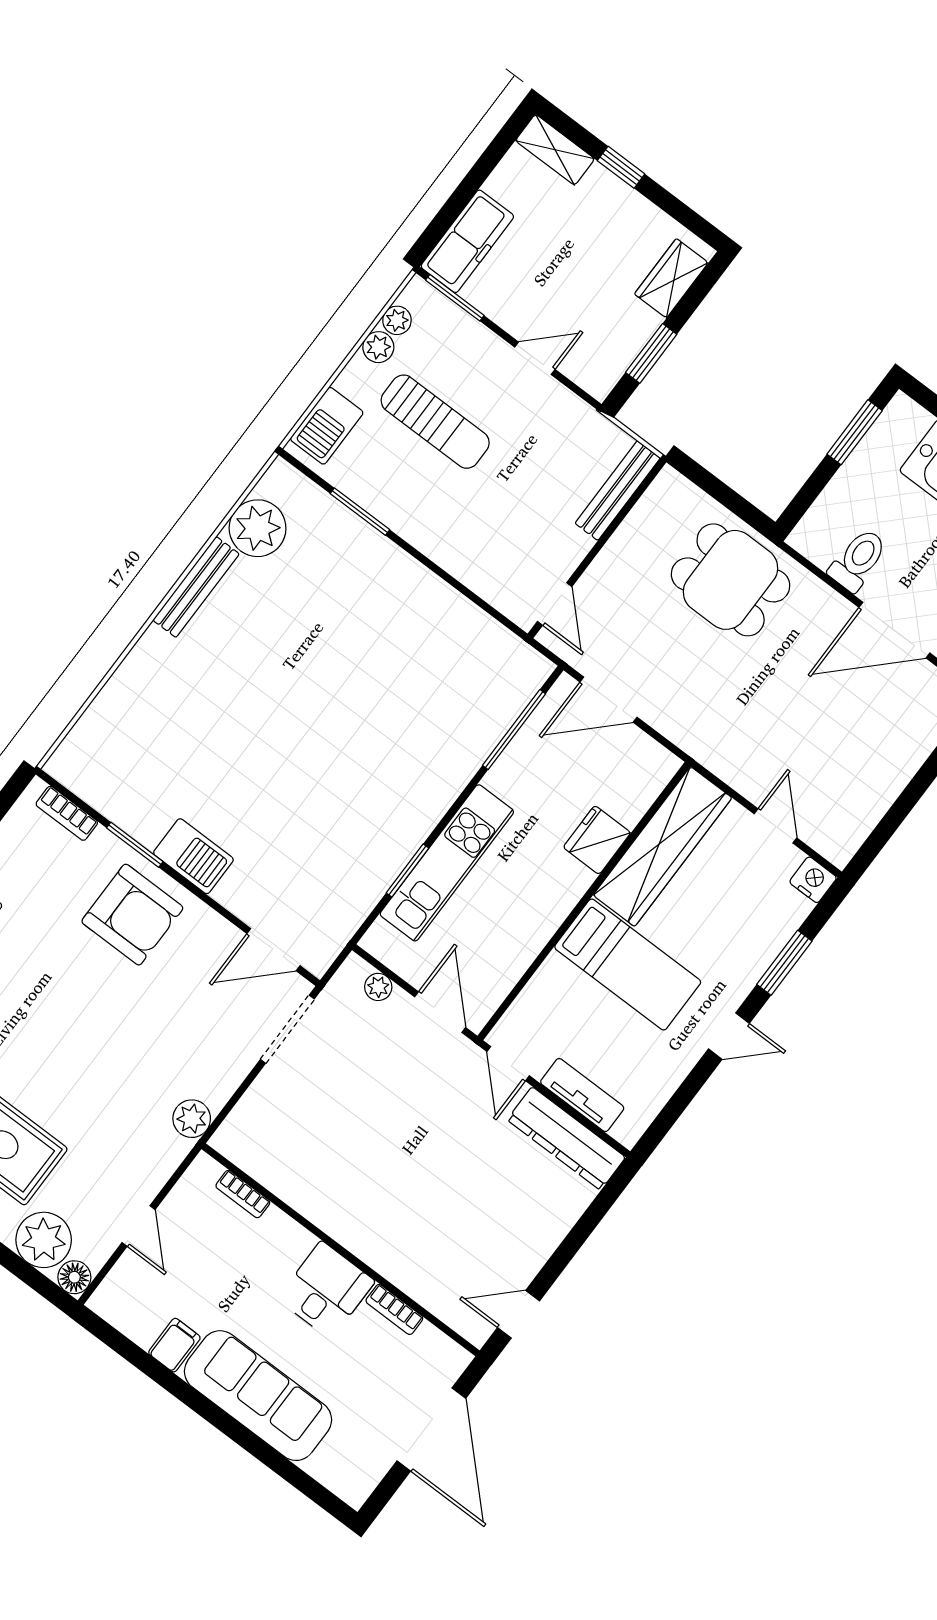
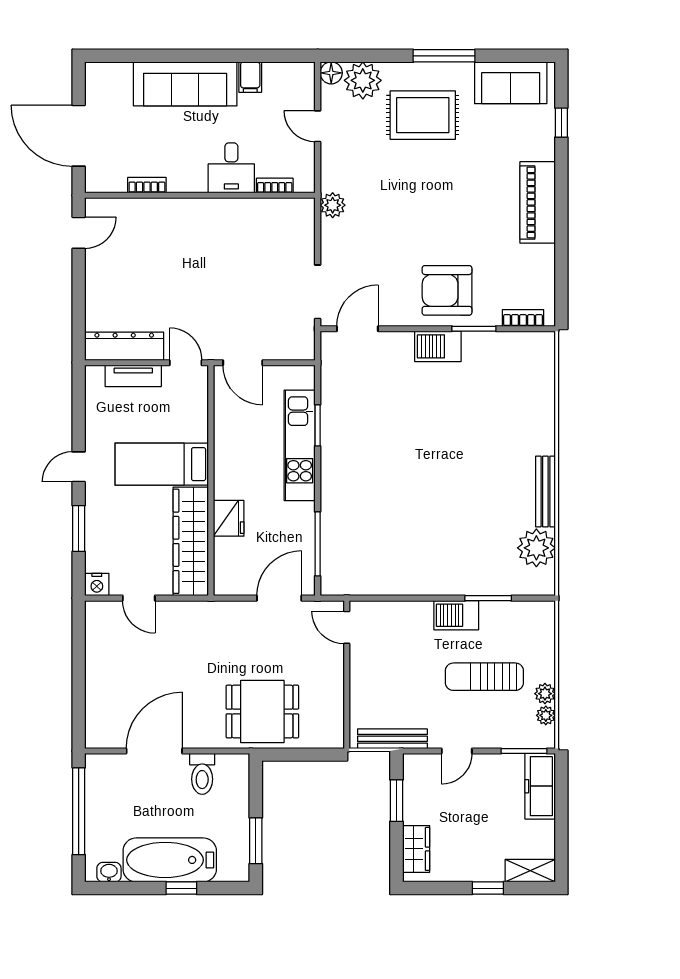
barbecue: (327, 426) -> (456, 615), moved, turned -90
bench: (618, 491) -> (392, 739), moved, turned 90
plant: (378, 987) -> (286, 351), removed
desk: (326, 1290) -> (231, 168), moved

